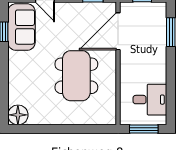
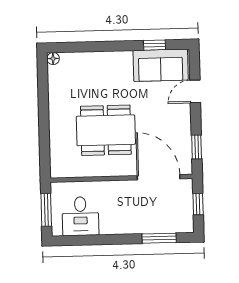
floor lamp: (18, 115) -> (53, 59), width x0.53, depth x0.53

